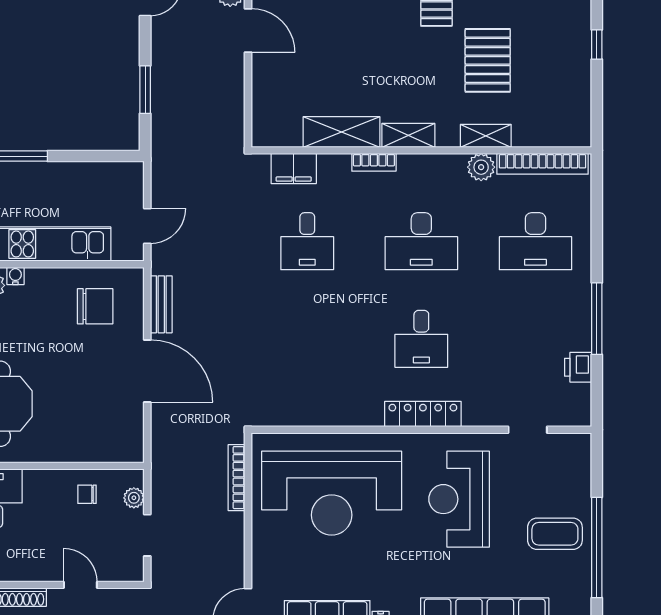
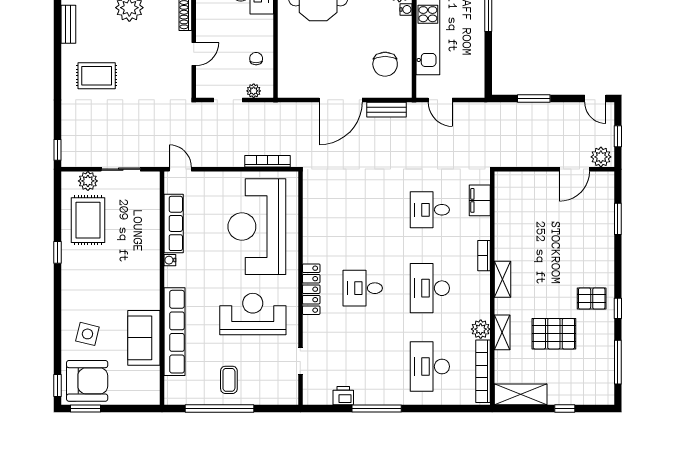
shelving: (341, 132) -> (521, 394), moved, turned 90
coffee table: (555, 534) -> (229, 380), width x0.73, depth x0.77

